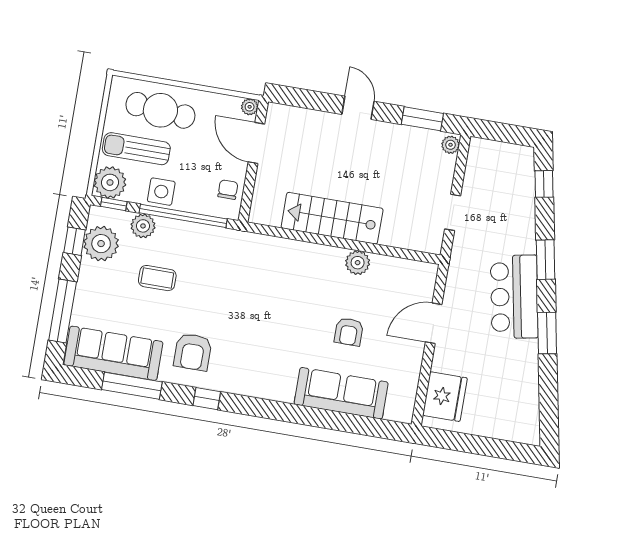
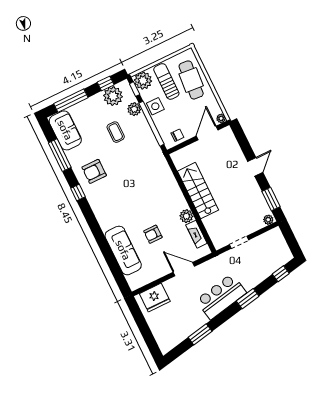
fireplace: (395, 267) -> (196, 234), added
window: (547, 333) -> (200, 334), moved
sofa: (113, 353) -> (65, 130), width x0.73

